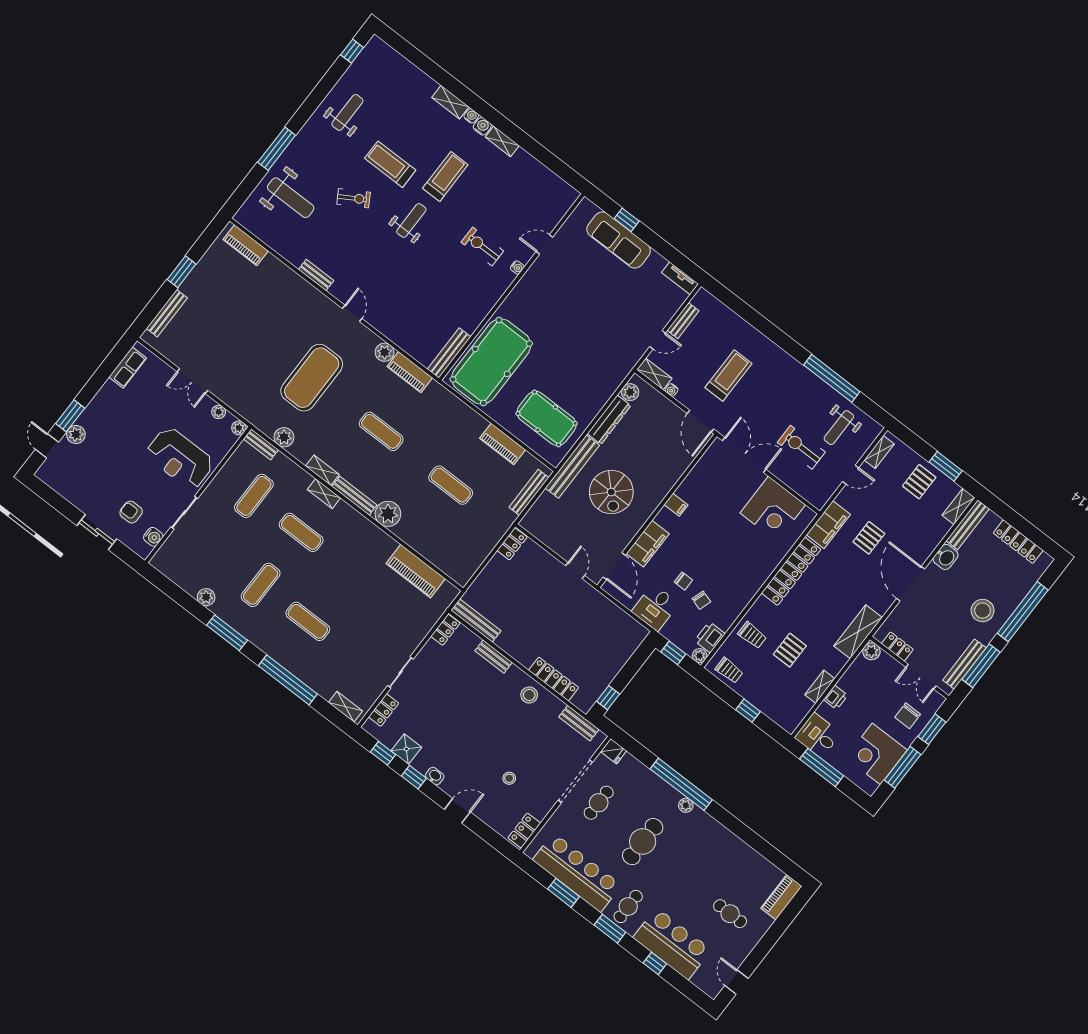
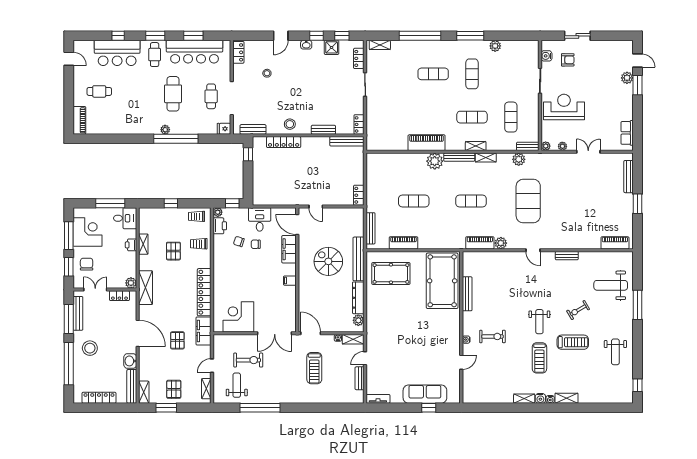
bench: (449, 353) -> (467, 294), moved
piano: (416, 571) -> (427, 143), moved

